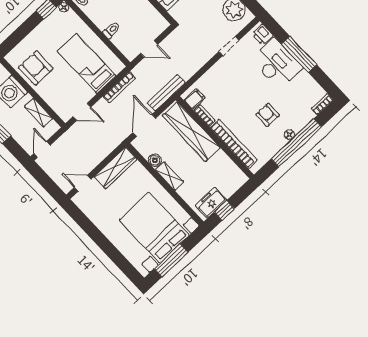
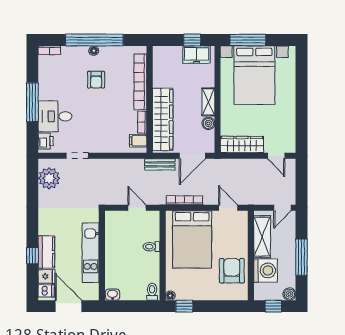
bed: (87, 64) -> (192, 239), width x1.50
desk: (277, 64) -> (55, 116), width x0.73
armchair: (36, 68) -> (232, 271), turned 180
bench: (166, 93) -> (160, 164), width x0.73
shelving: (38, 113) -> (262, 237), width x1.50, depth x1.33
window: (171, 260) -> (248, 40), moved

